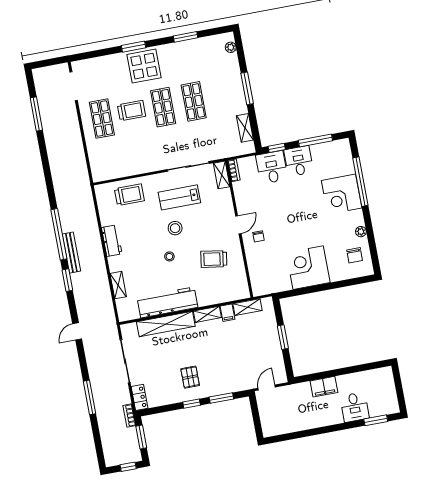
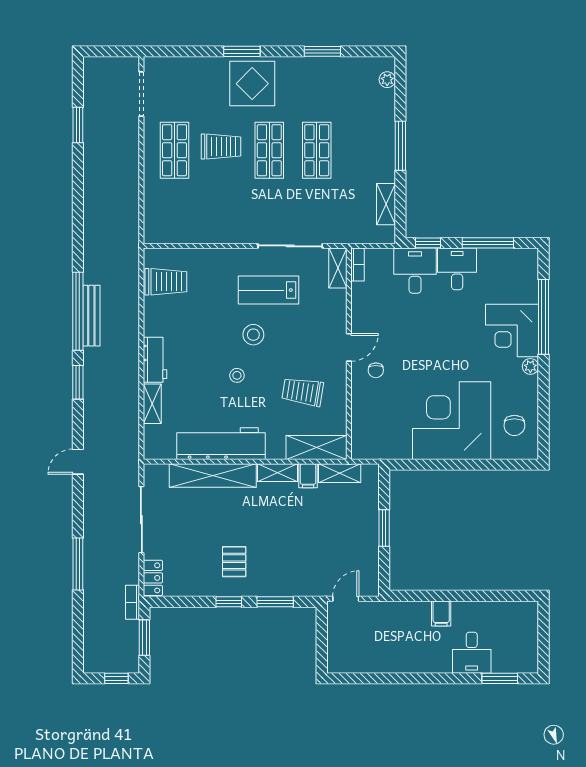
window: (36, 114) -> (78, 125), width x0.69
trolley: (129, 195) -> (166, 282), moved
plant: (361, 232) -> (530, 366), moved
workbench: (112, 241) -> (155, 360), moved
bench: (71, 253) -> (91, 316), moved
corner desk: (308, 268) -> (452, 421), width x1.36, depth x1.36
shelving: (230, 293) -> (317, 448), added
filing cabinet: (324, 387) -> (441, 613), width x0.50

